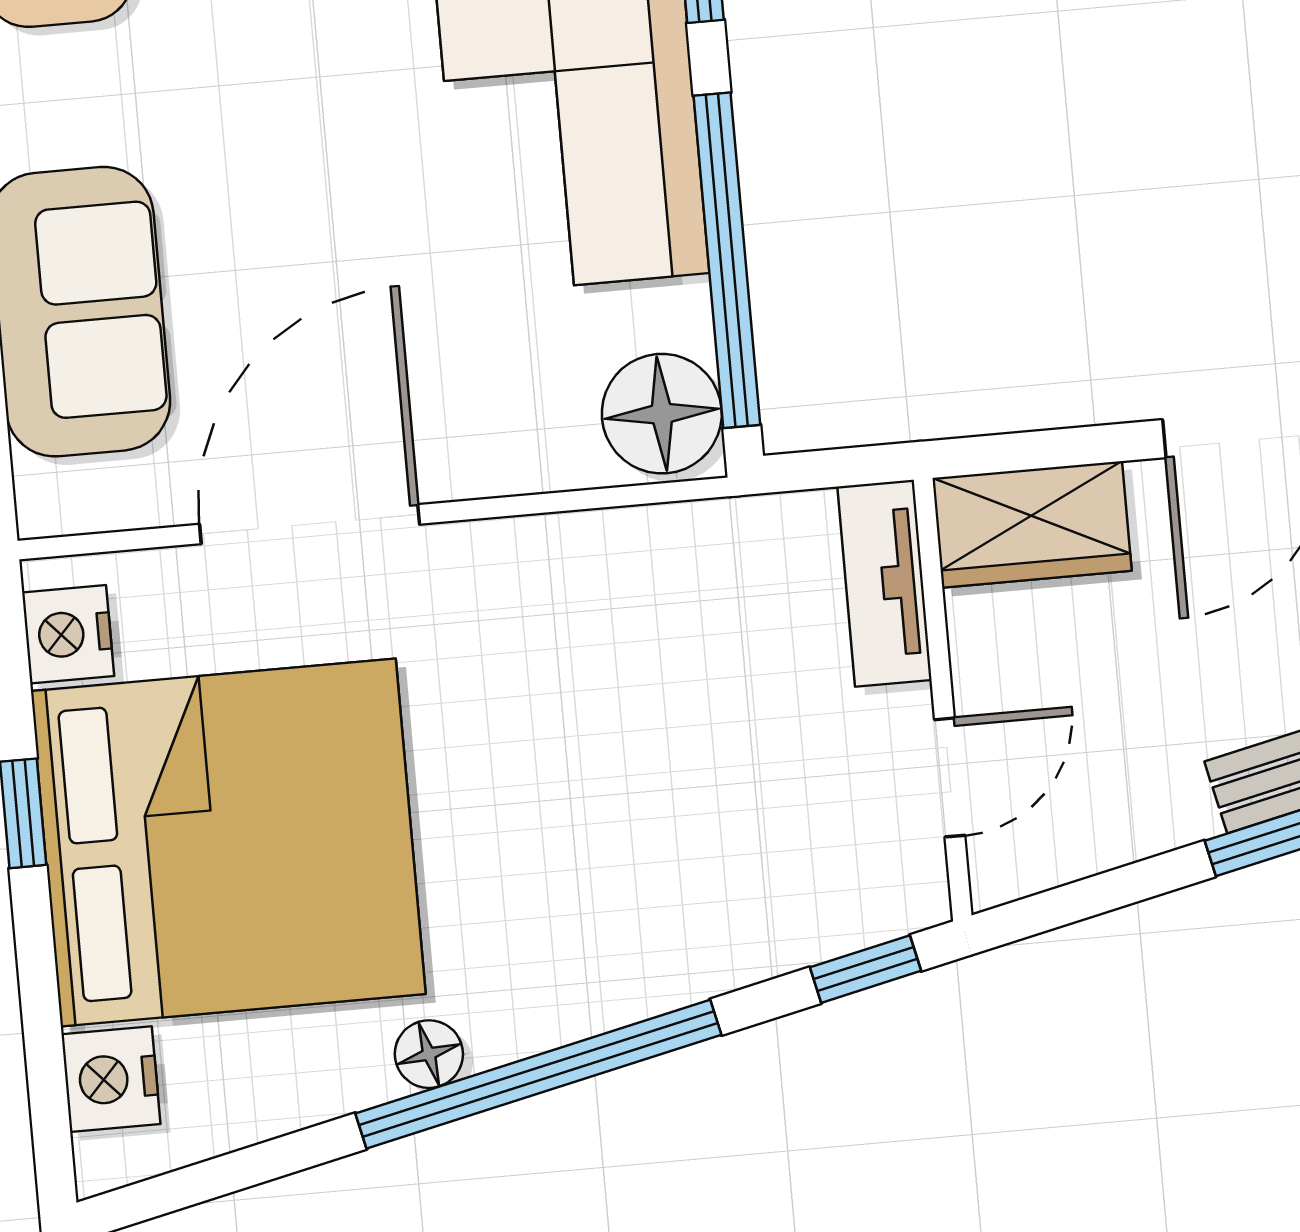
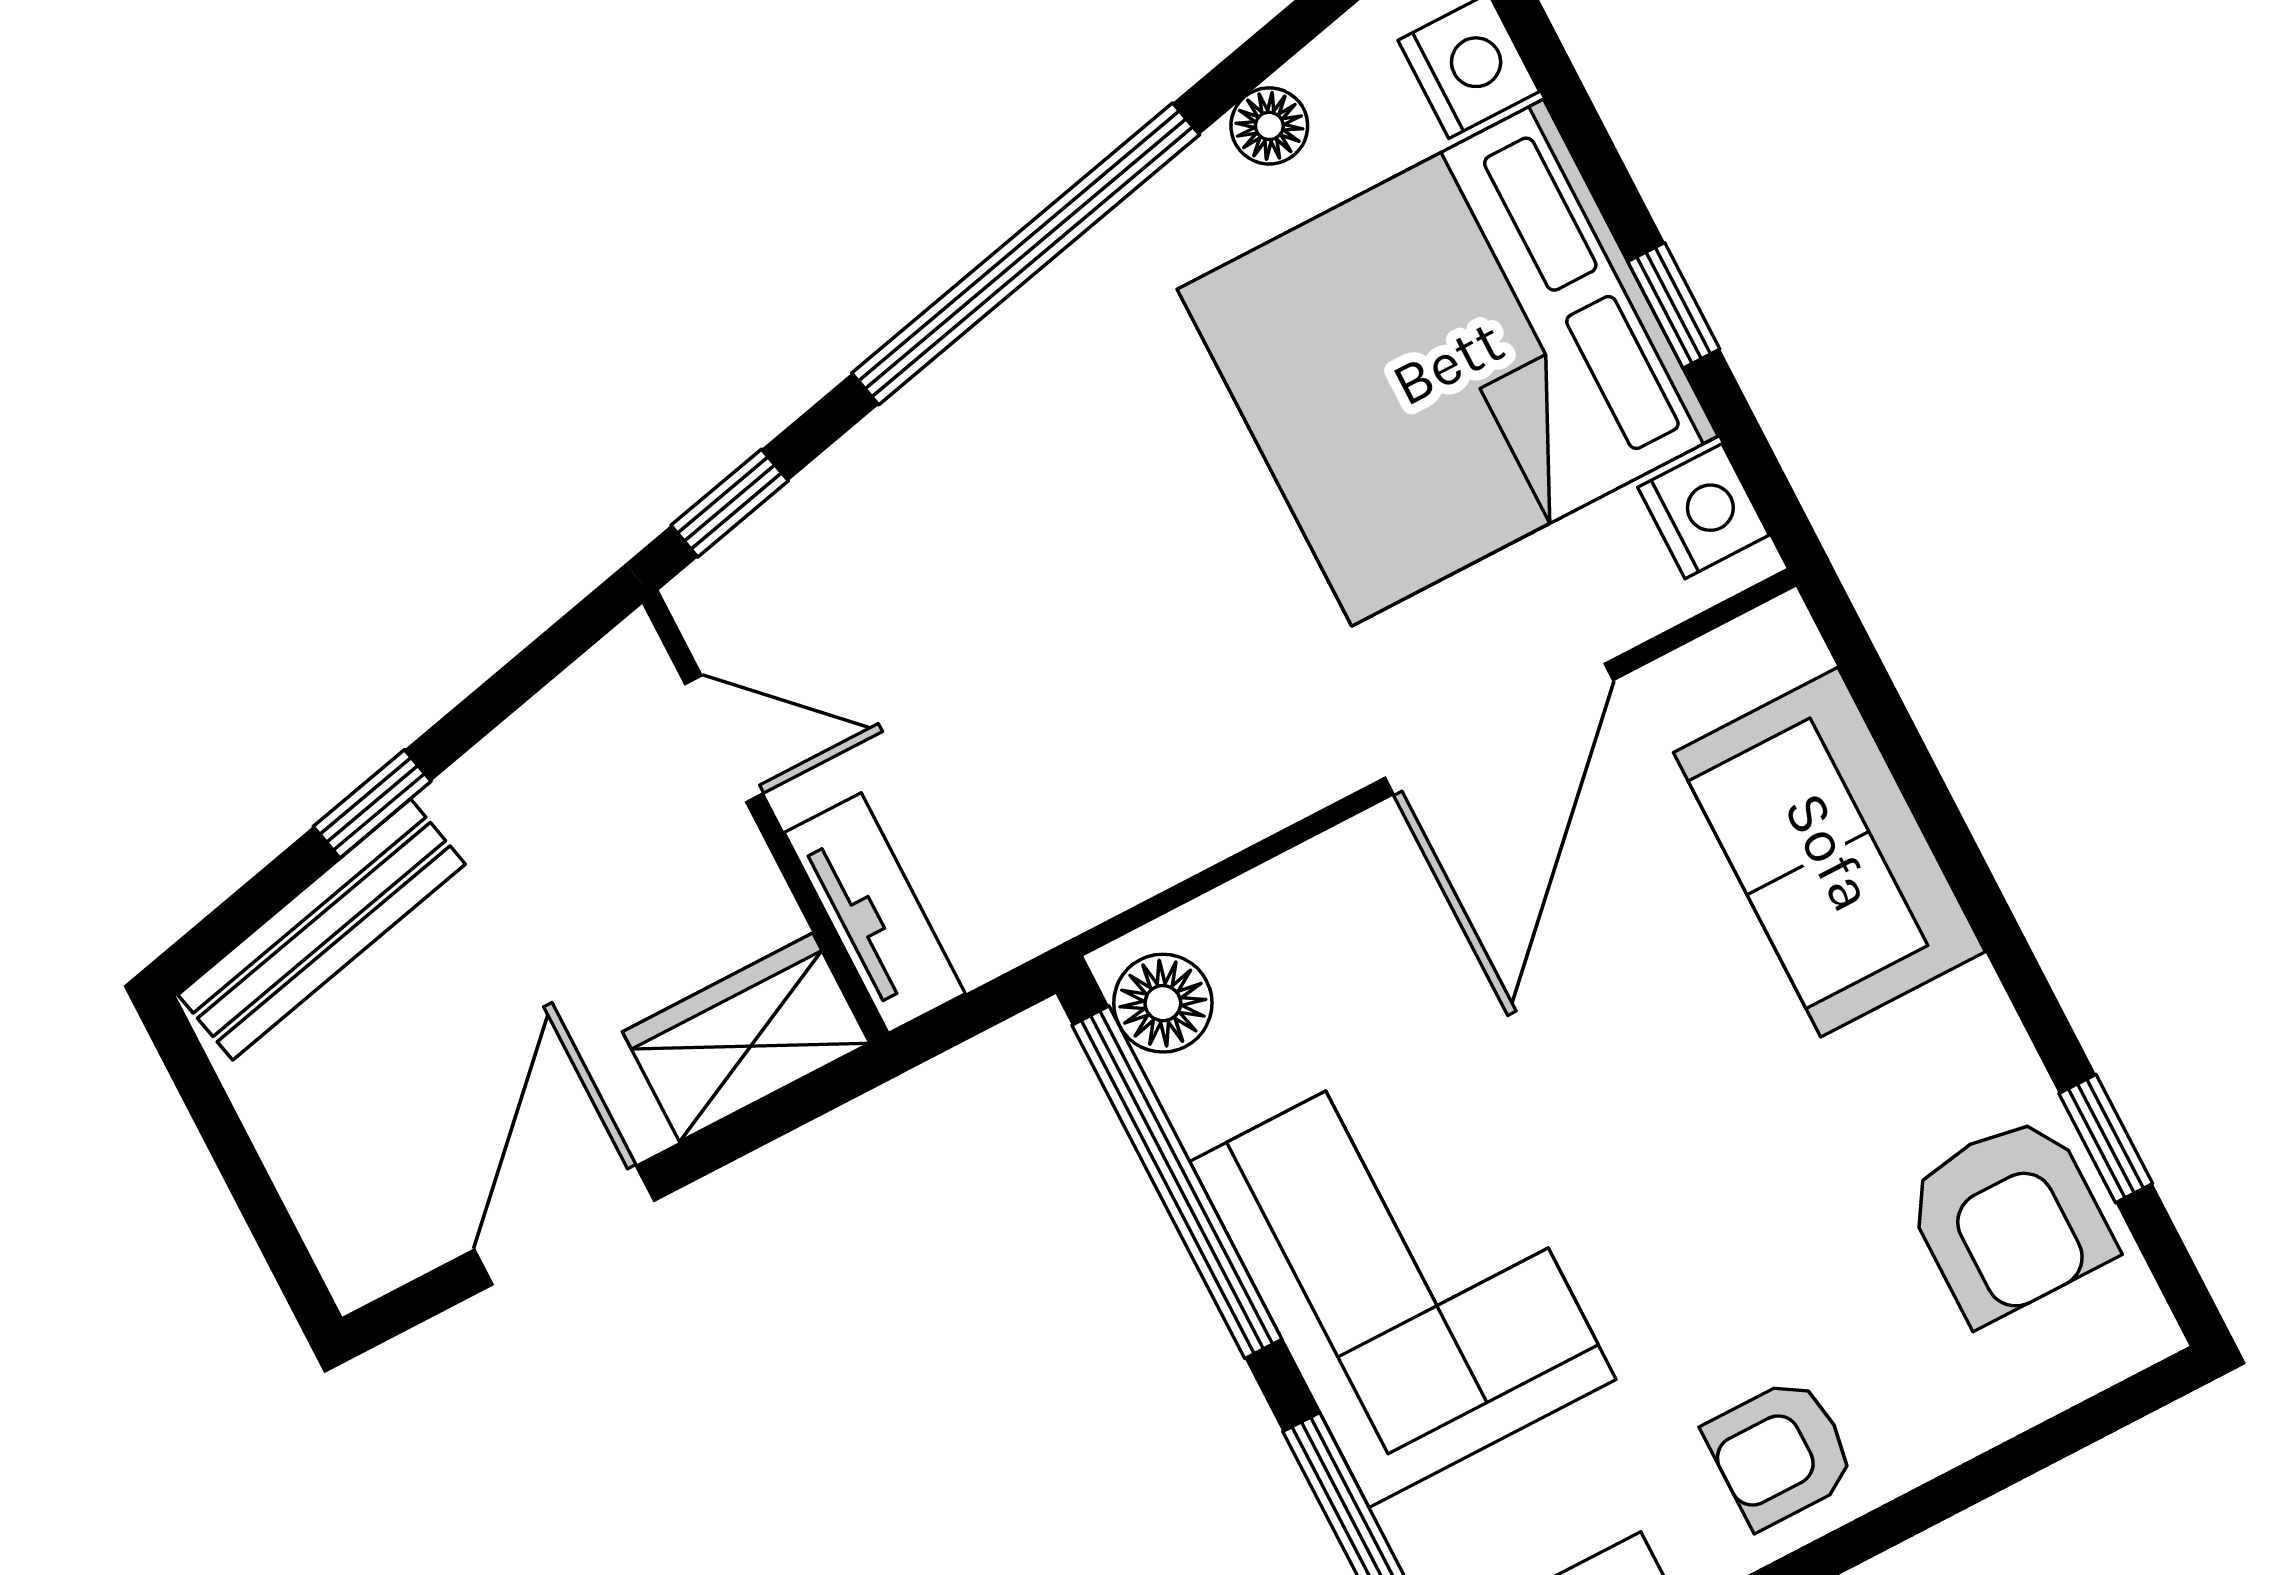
floor lamp: (662, 414) -> (1163, 1003), width x0.73, depth x0.73
door: (950, 777) -> (724, 739), swing flipped
floor lamp: (429, 1054) -> (1269, 126), moved

